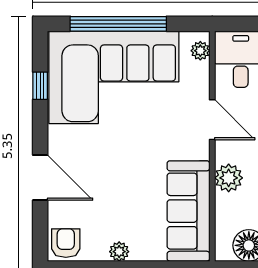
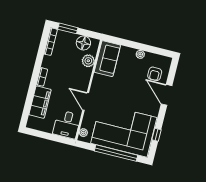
plant: (229, 178) -> (88, 61), moved
sofa: (188, 211) -> (107, 59), width x0.73
armchair: (66, 243) -> (155, 74), moved

